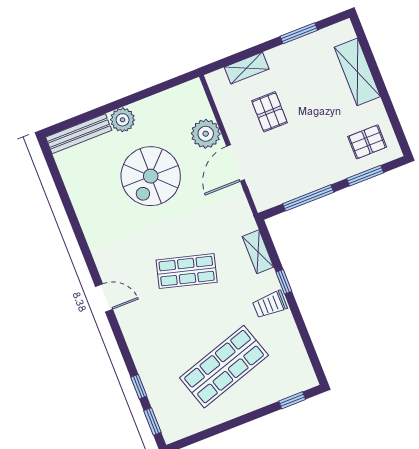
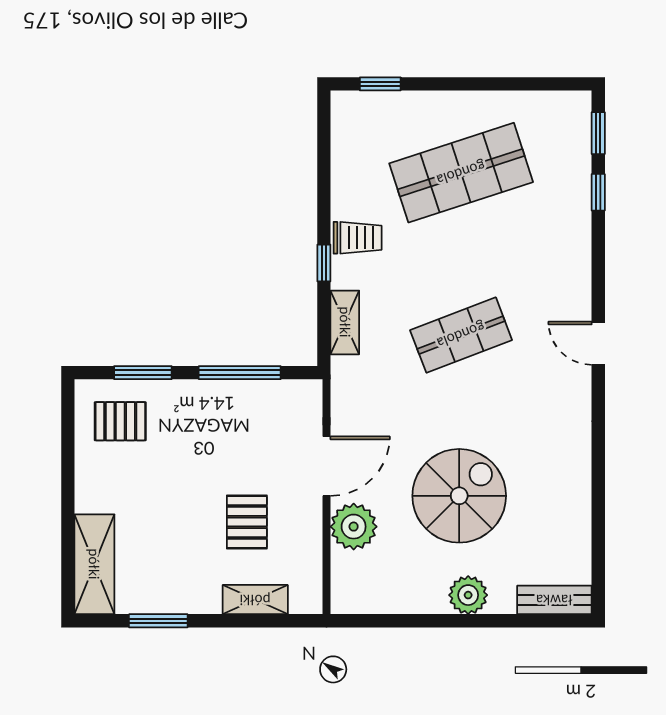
shelving: (357, 72) -> (94, 564), moved
bench: (79, 134) -> (554, 600), width x0.73
shop shelf: (187, 271) -> (461, 335), turned -36

